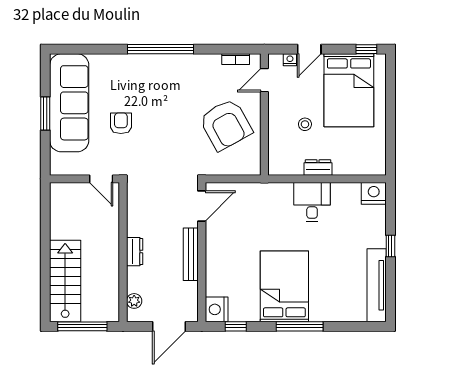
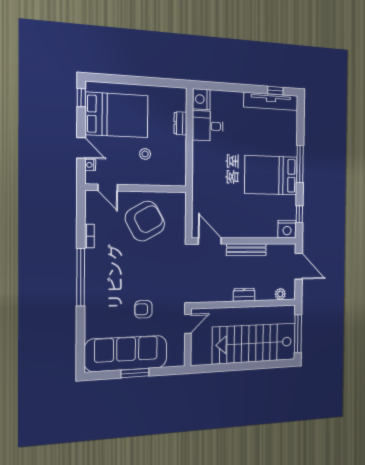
bookcase: (236, 59) -> (89, 236), moved
dresser: (318, 167) -> (180, 123), moved
desk: (312, 202) -> (208, 126), moved
window: (390, 246) -> (275, 91), moved
stairs: (65, 281) -> (254, 343), width x1.36, depth x1.51

